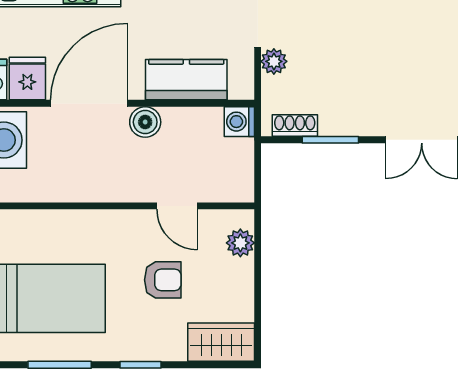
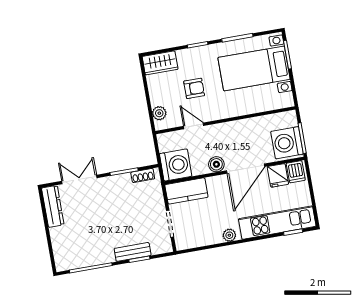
plant: (274, 61) -> (158, 205), removed
kitchen counter: (186, 80) -> (186, 191), moved
washing machine: (239, 122) -> (176, 165), width x1.89, depth x1.89
armchair: (163, 280) -> (194, 88), turned 180

